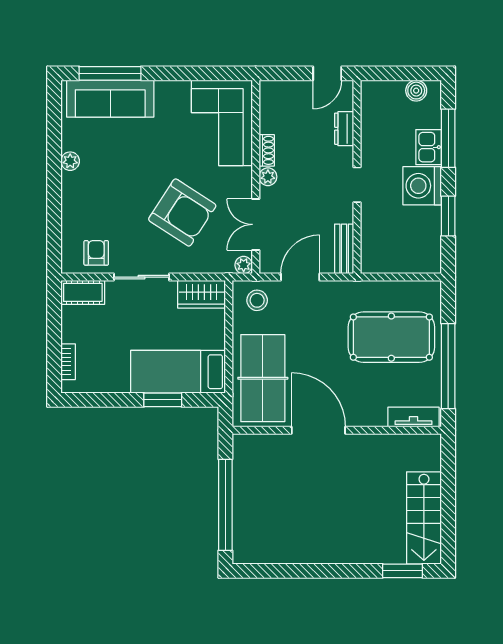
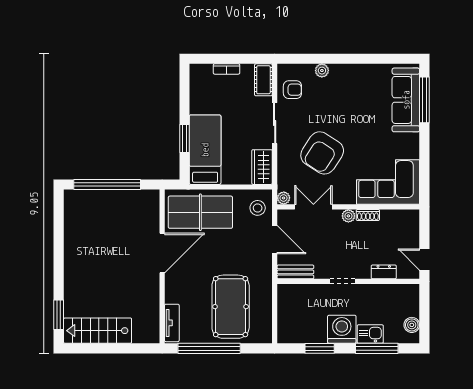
plant: (70, 161) -> (322, 71), moved
bookcase: (68, 362) -> (227, 69), moved

